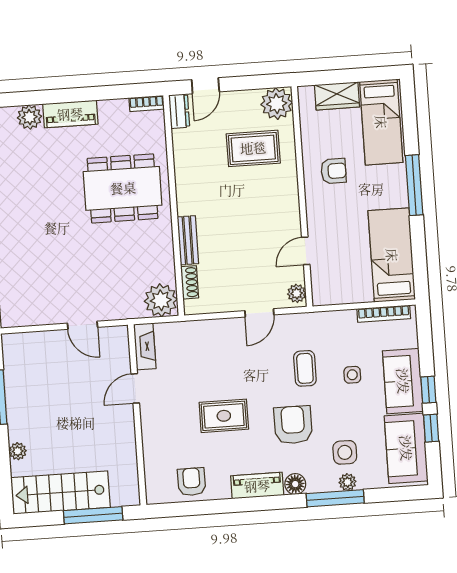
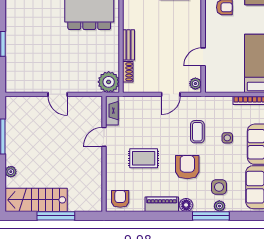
fireplace: (145, 346) -> (112, 111), moved
door: (135, 388) -> (104, 137), moved
wall: (137, 415) -> (104, 154), moved

